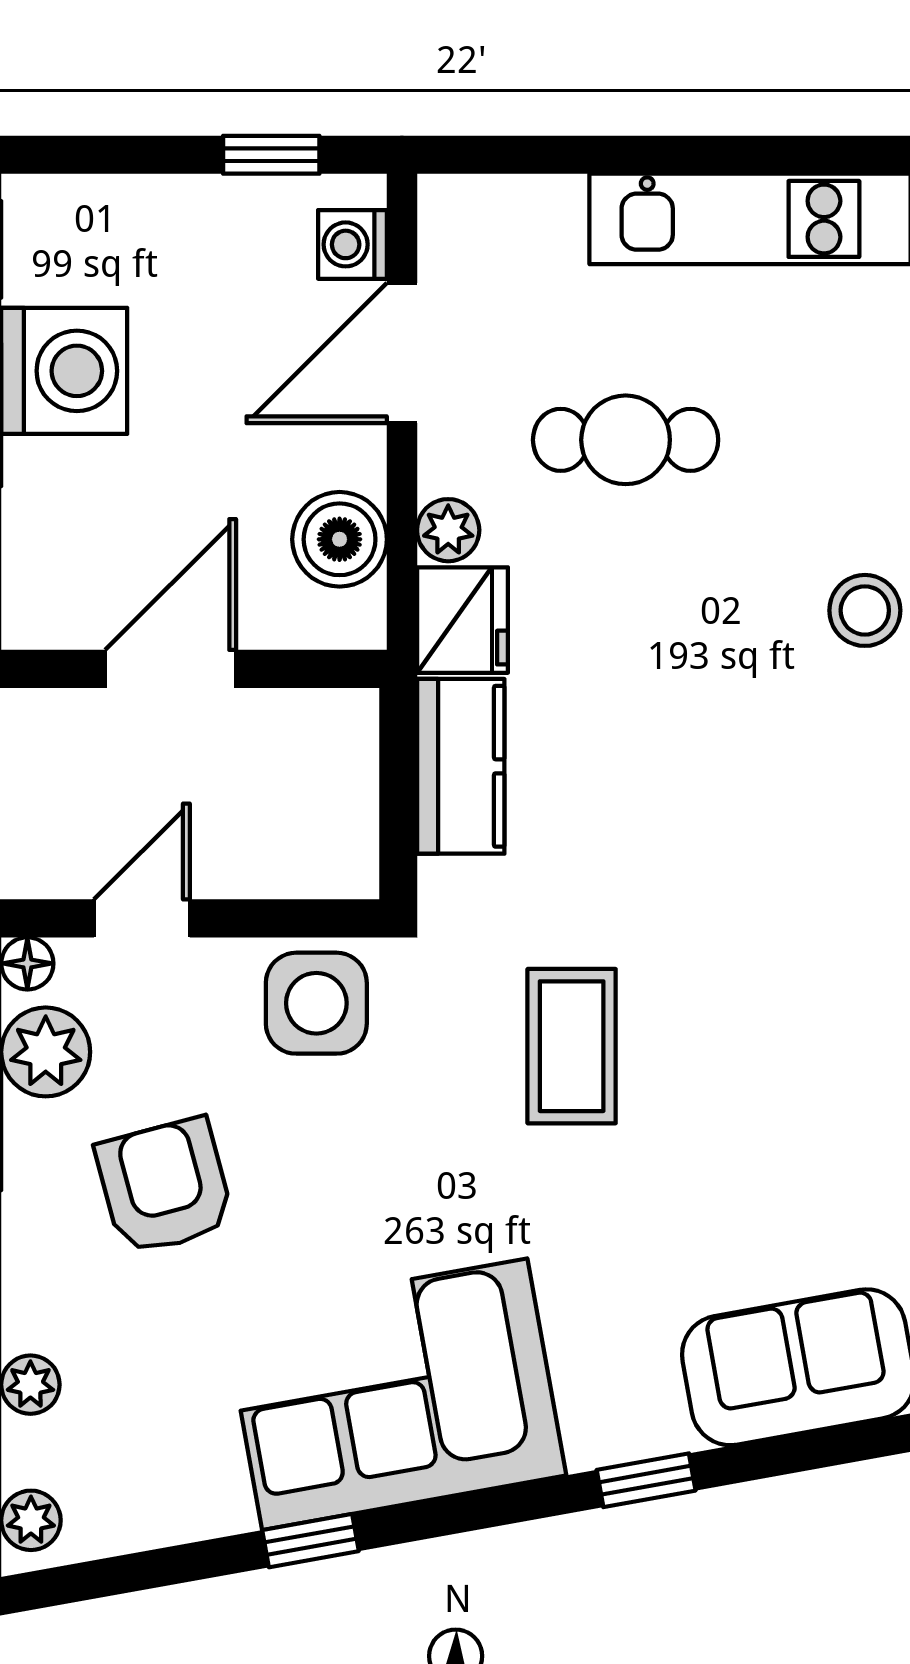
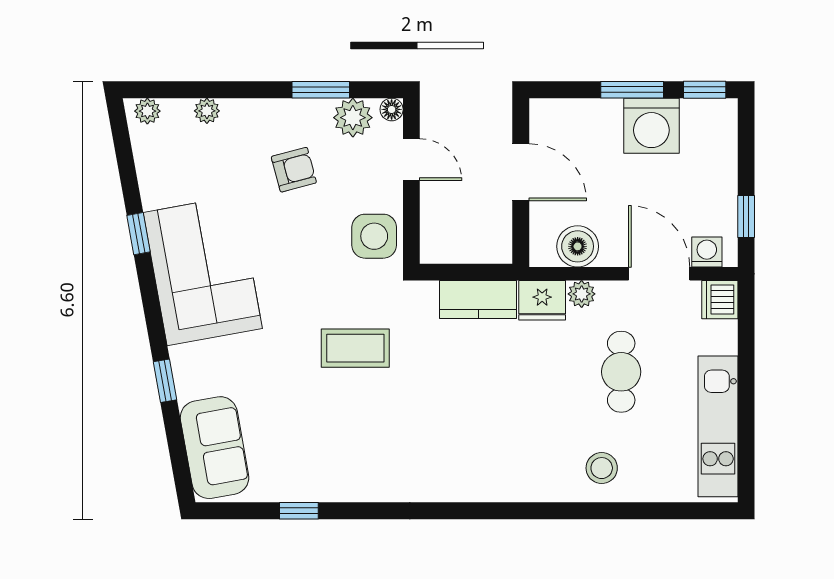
dishwasher: (461, 215) -> (720, 300), added
stool: (865, 610) -> (602, 468), moved
armchair: (165, 1186) -> (294, 170), width x0.72, depth x0.72

